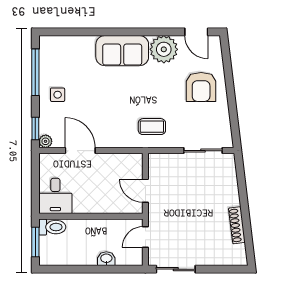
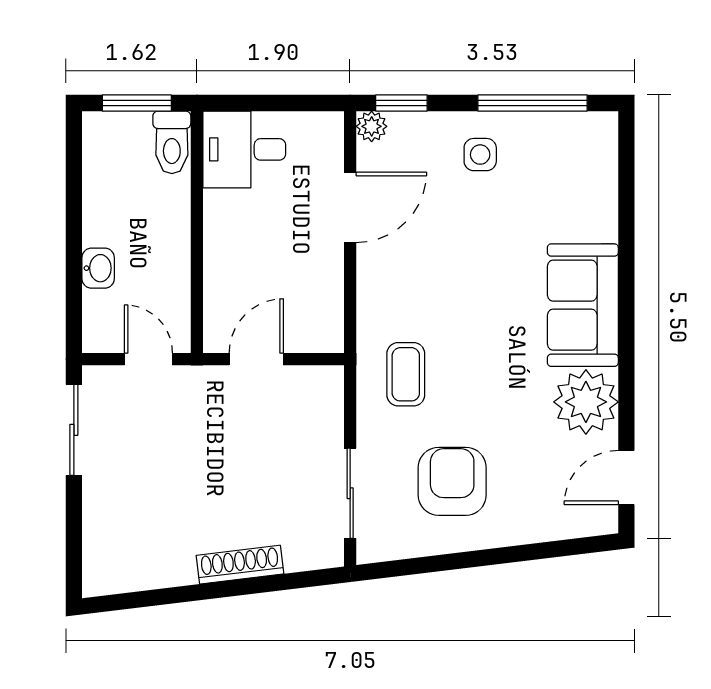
armchair: (201, 87) -> (452, 481), moved, turned 90
shoe rack: (237, 225) -> (240, 565), moved

